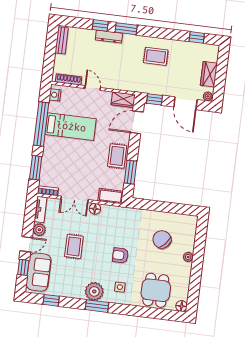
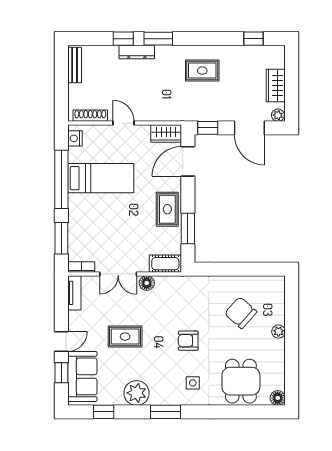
plant: (39, 230) -> (76, 320), removed
rug: (74, 246) -> (125, 337), turned 90
plant: (94, 291) -> (137, 393), moved

